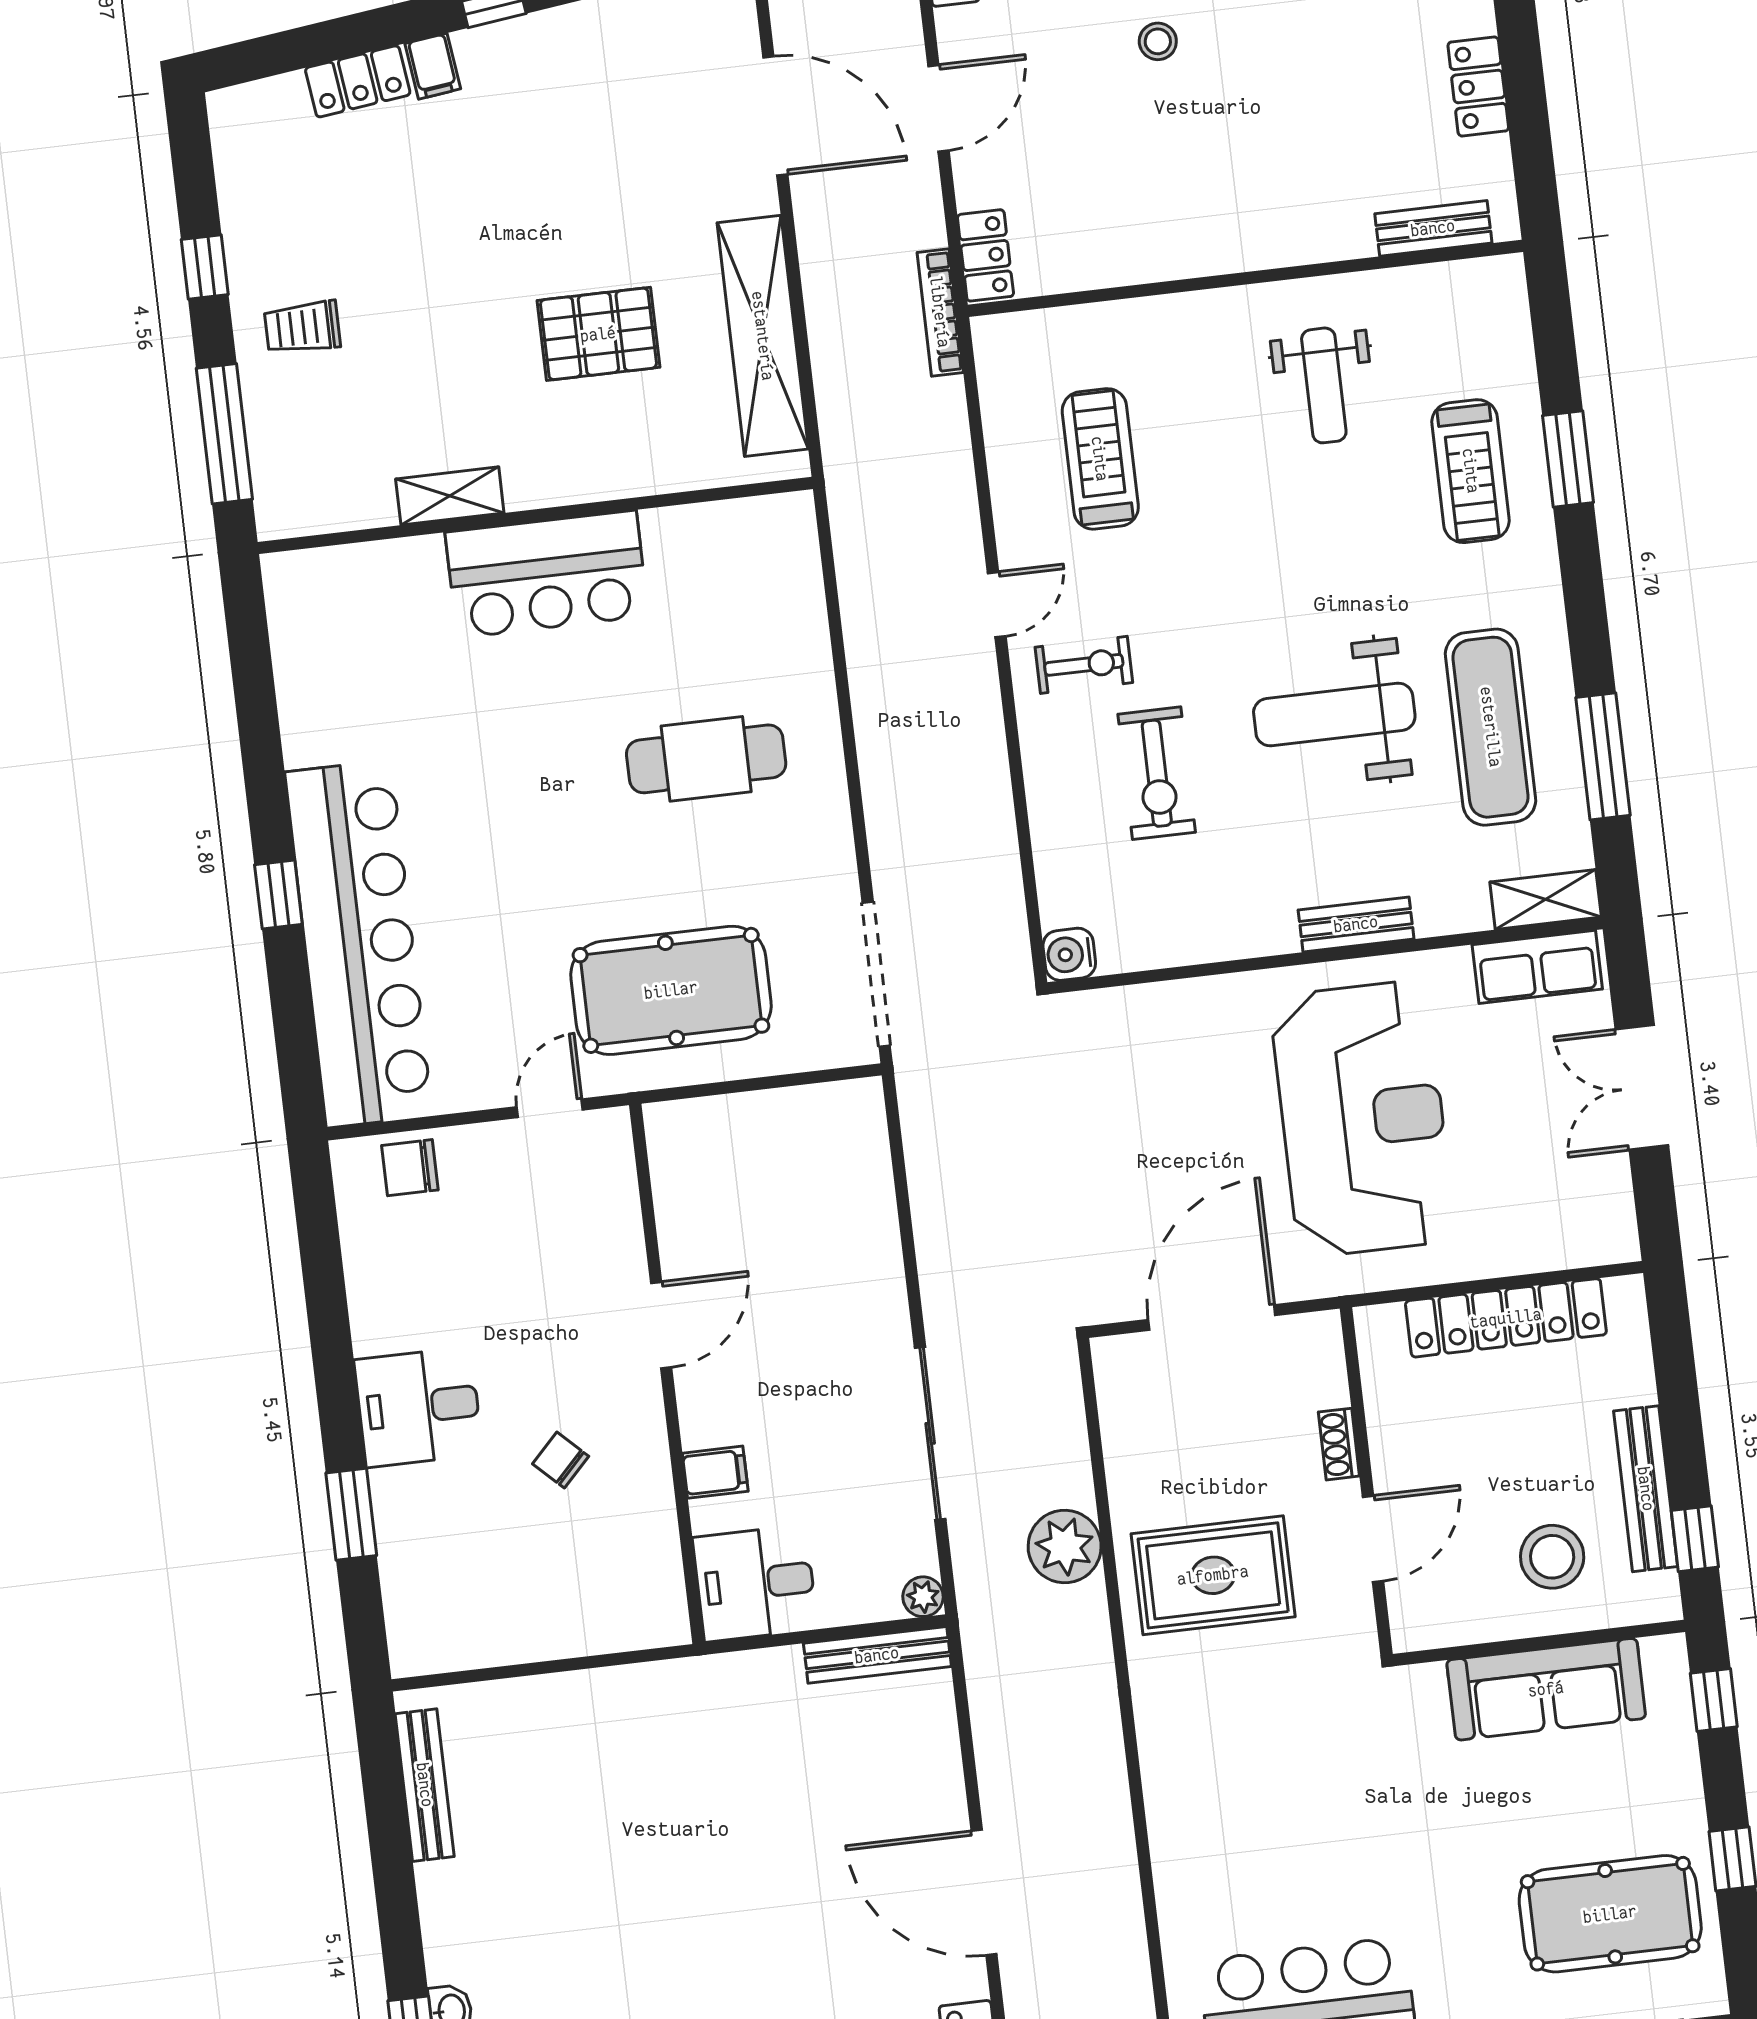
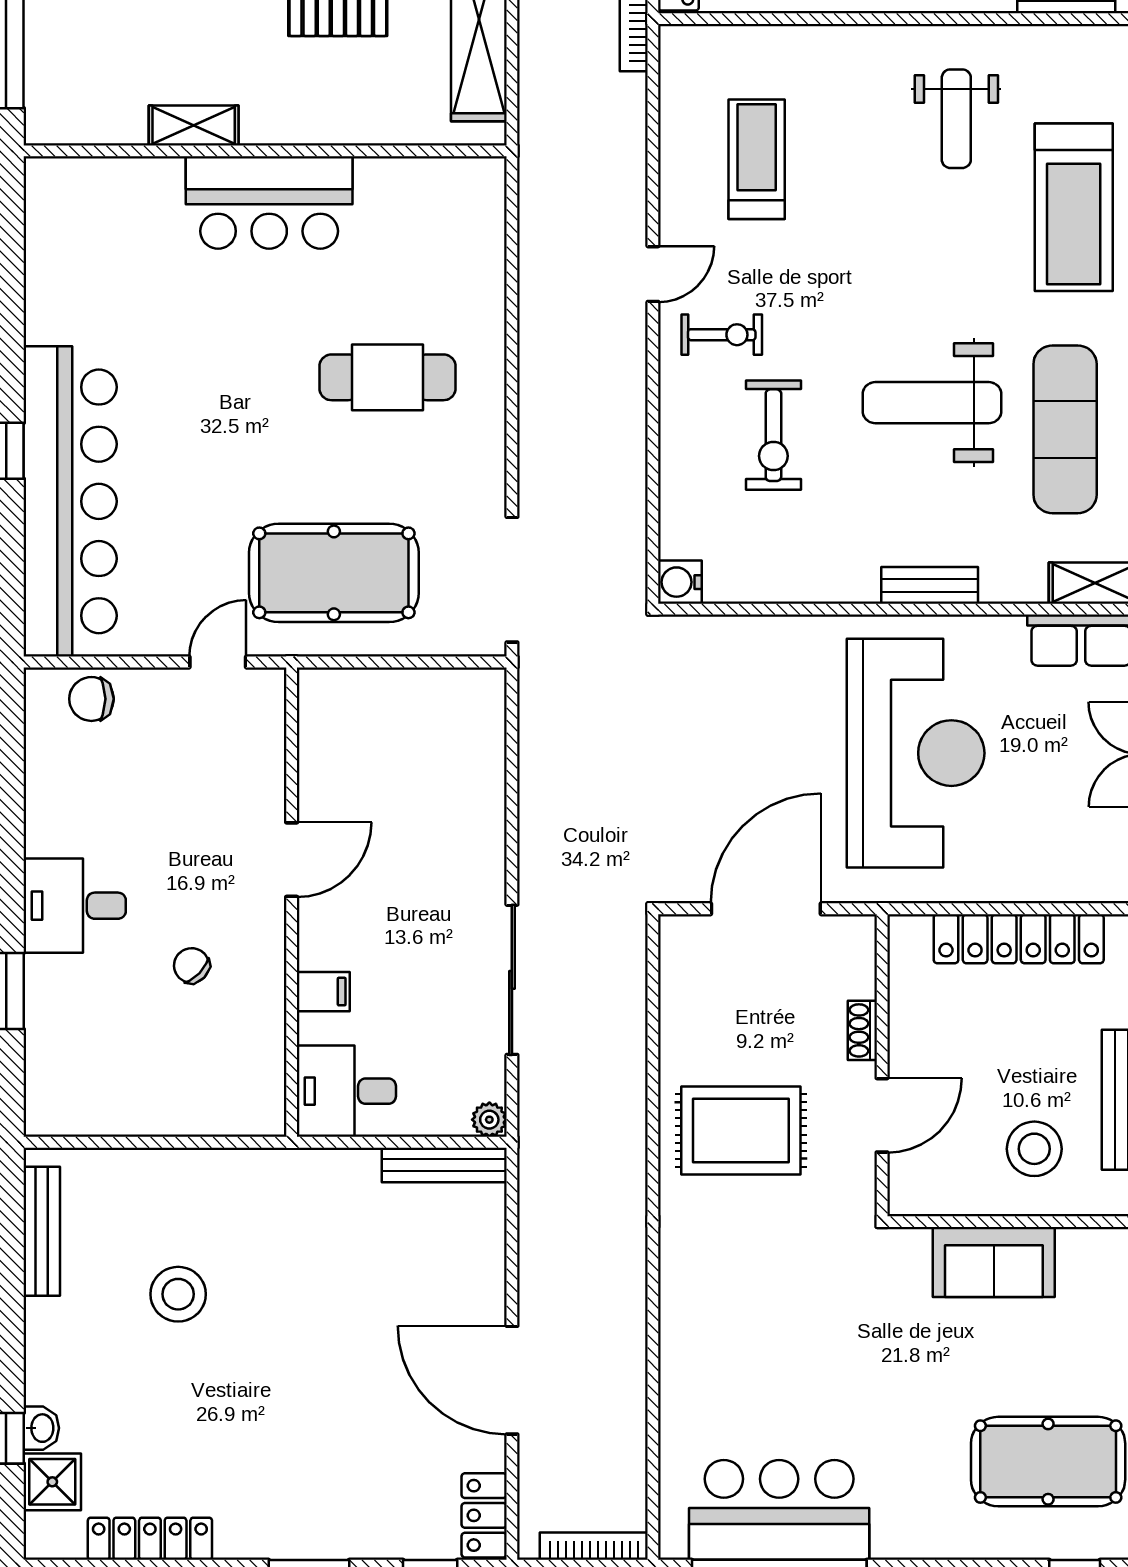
treadmill: (1471, 471) -> (1074, 207), width x1.37, depth x1.38
plant: (1065, 1547) -> (616, 1091), removed
sofa: (1546, 1689) -> (994, 1262), width x0.73
stool: (589, 1839) -> (178, 1294), added

